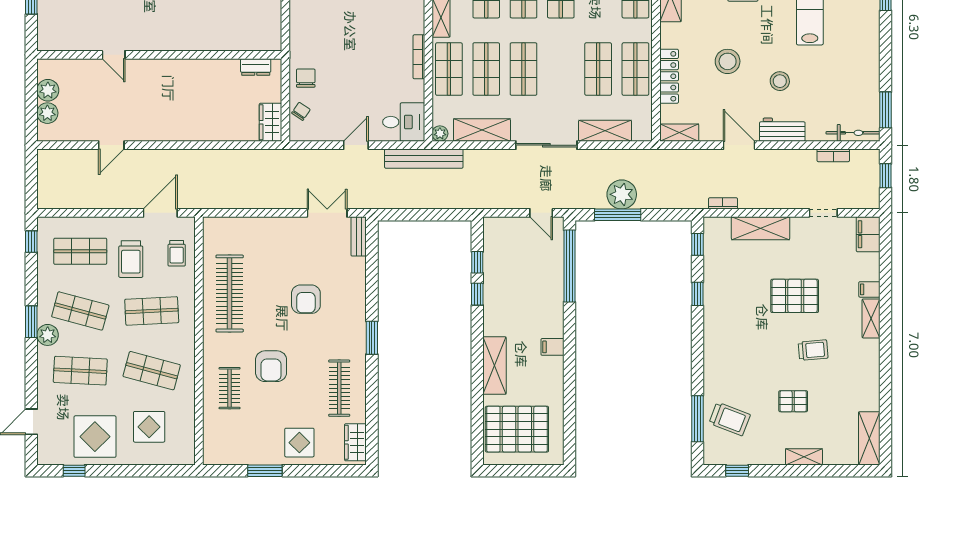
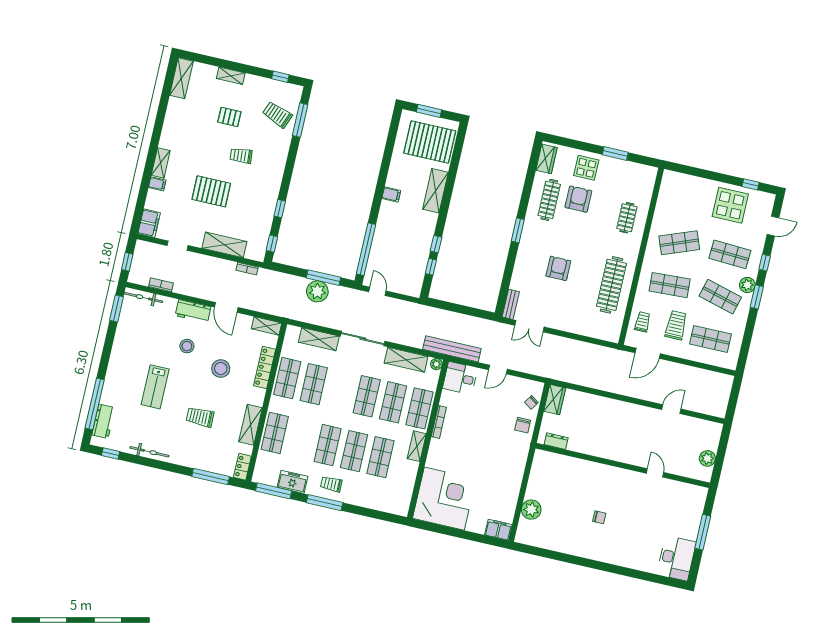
plant: (47, 113) -> (711, 442), removed
window: (31, 242) -> (765, 263), moved
trolley: (813, 350) -> (241, 156), moved
armchair: (271, 366) -> (578, 199), moved
shop shelf: (152, 371) -> (679, 243), turned -36
display table: (149, 427) -> (690, 203), removed
window: (528, 471) -> (429, 111), added

